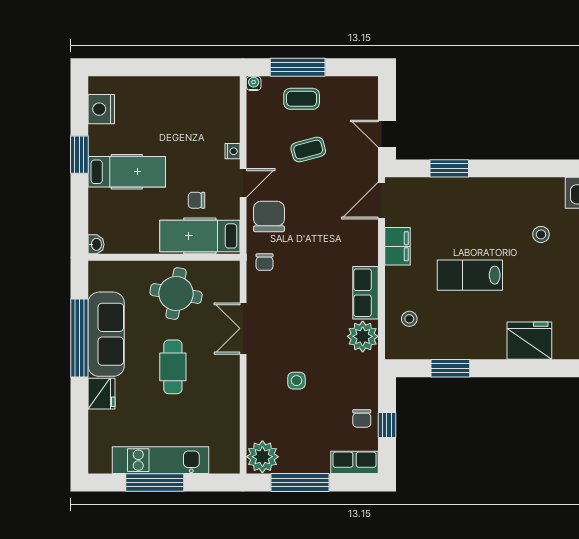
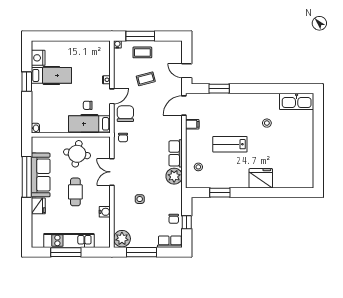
hospital bed: (127, 172) -> (51, 75), moved
filing cabinet: (397, 246) -> (192, 124), width x0.50
water cooler: (229, 405) -> (105, 212), added

